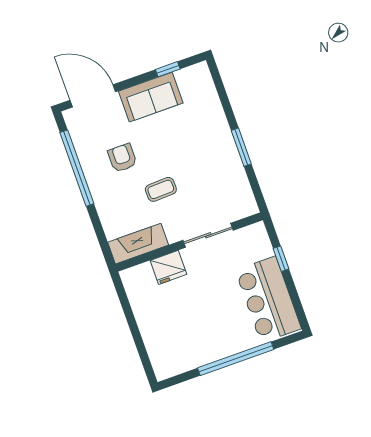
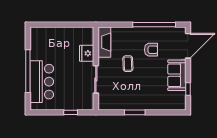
bar counter: (268, 299) -> (42, 82), moved, turned 90

